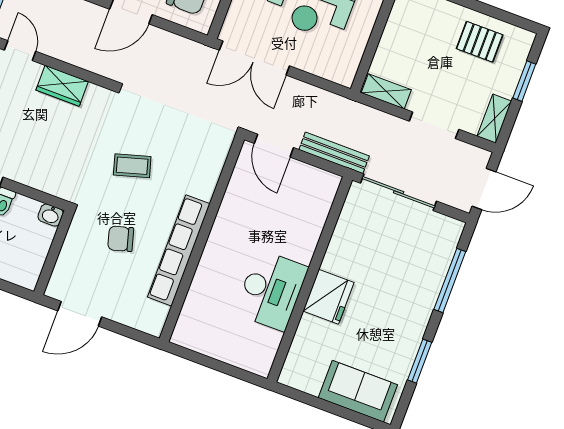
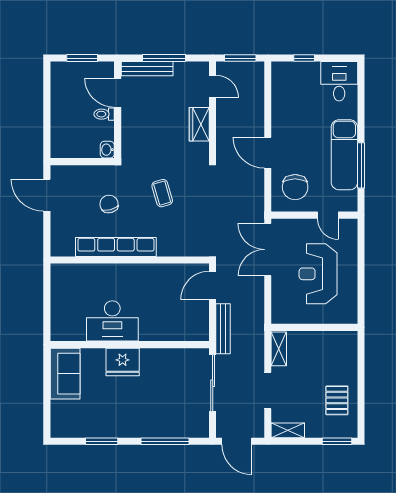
door: (20, 51) -> (213, 86), hinge flipped
window: (524, 81) -> (337, 441), moved
sofa: (358, 391) -> (65, 374), moved

